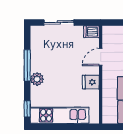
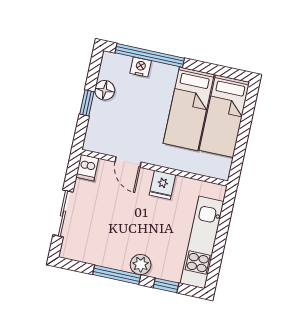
window: (27, 109) -> (166, 285), moved

